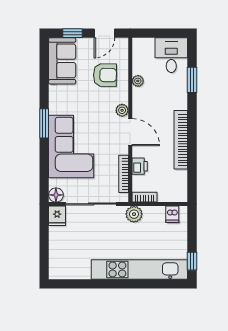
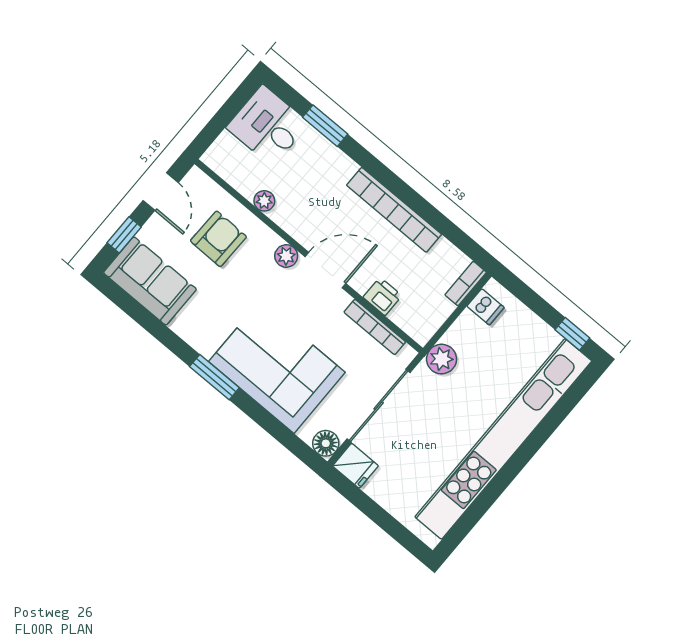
bookcase: (144, 197) -> (466, 284), moved
kitchen unit: (139, 269) -> (503, 439), width x1.36

